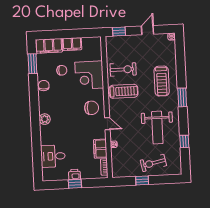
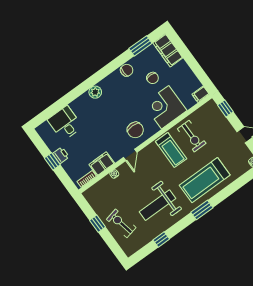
filing cabinet: (72, 44) -> (201, 94), moved, width x0.50
treadmill: (162, 81) -> (205, 180), width x1.37, depth x1.38

